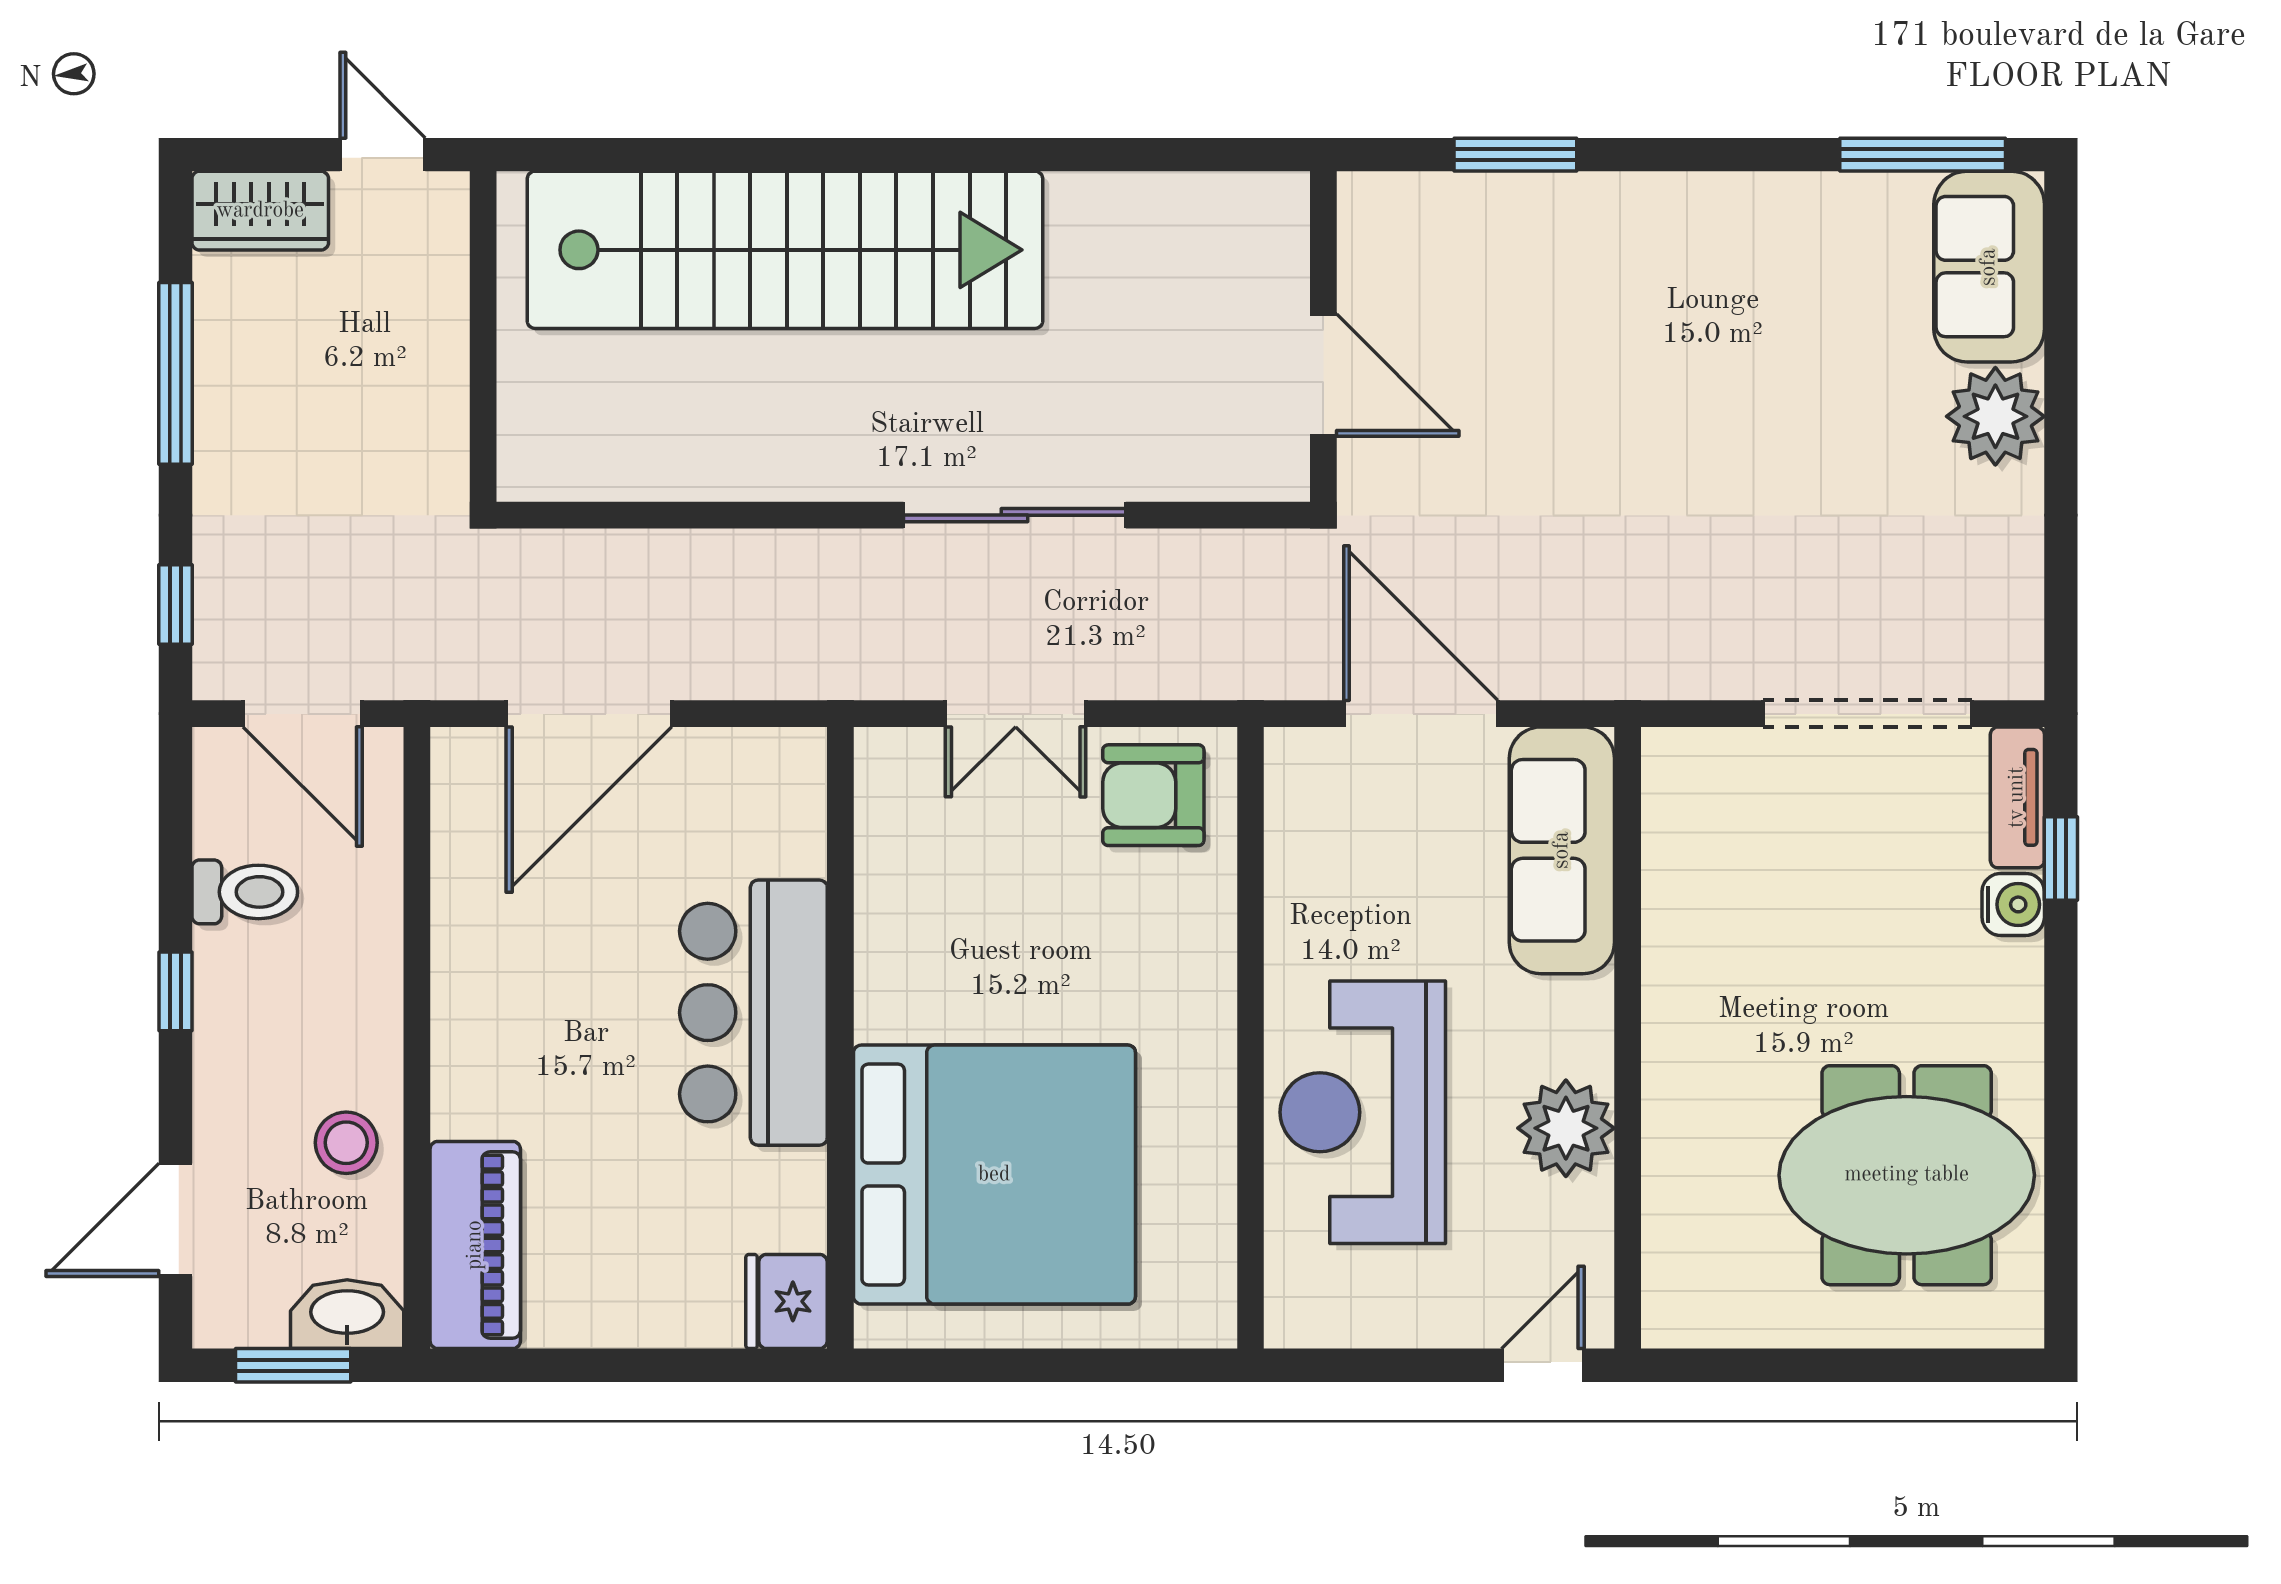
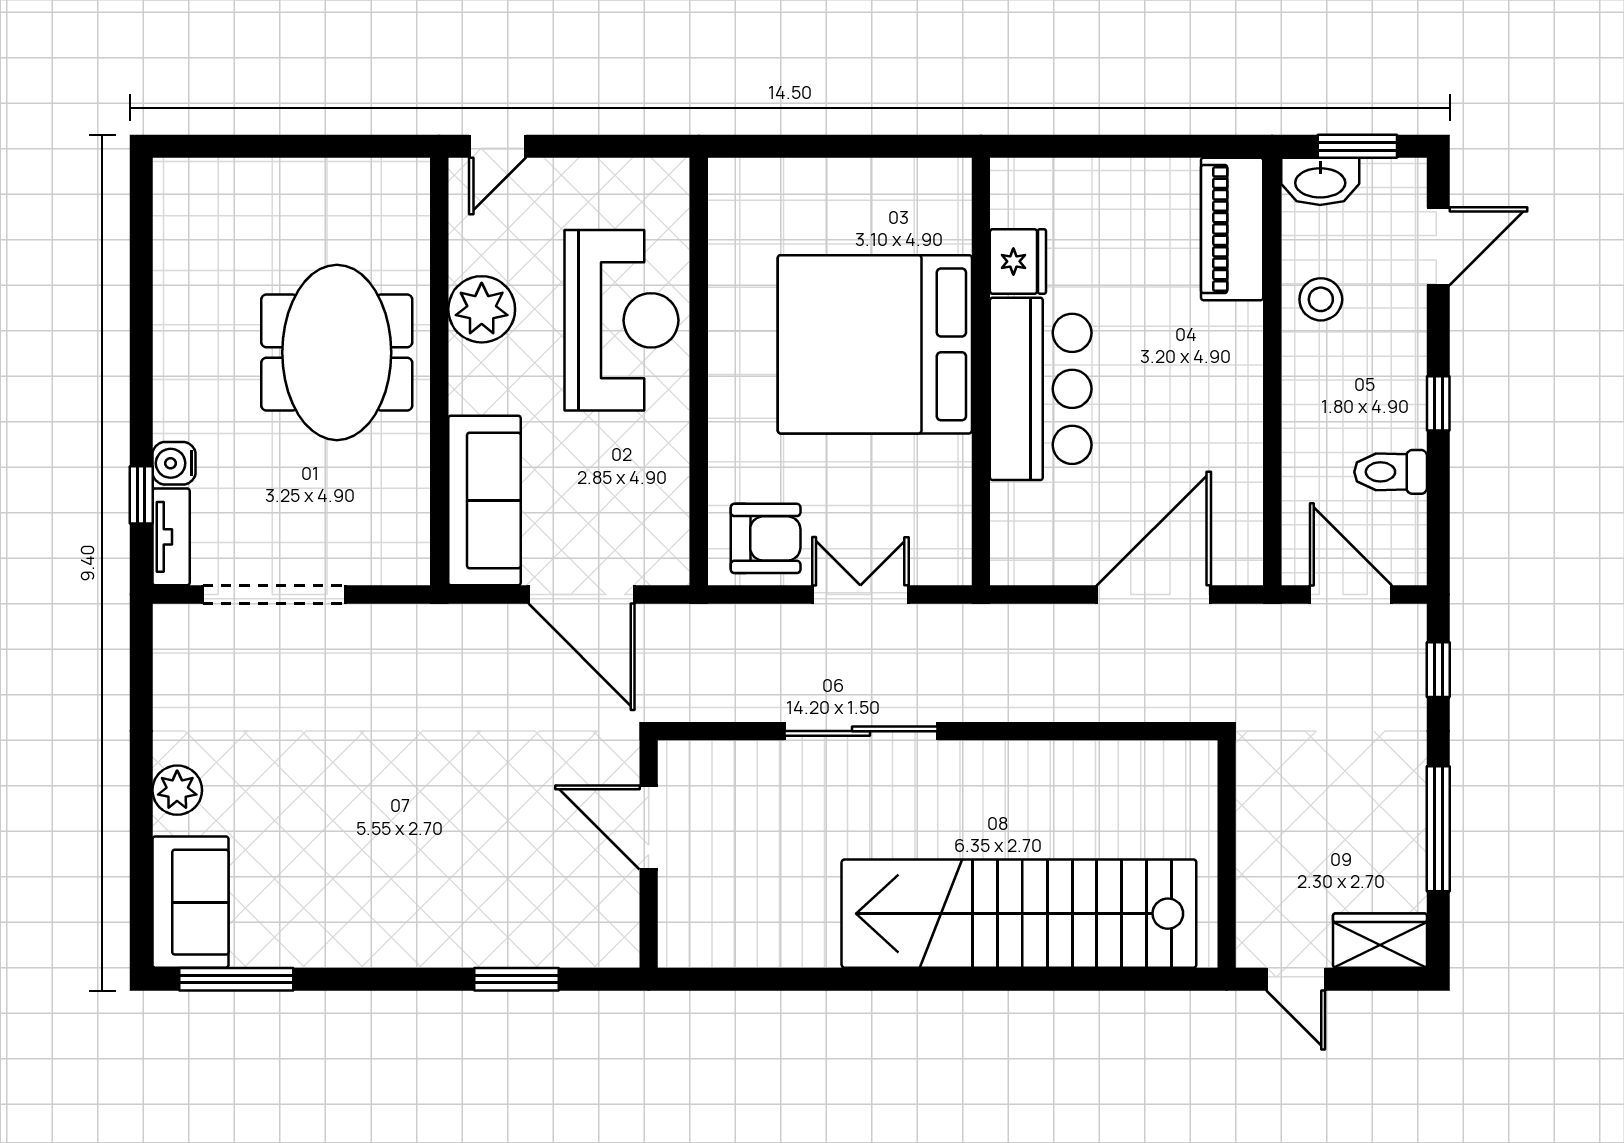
plant: (1995, 416) -> (177, 790), width x0.73, depth x0.73
bed: (994, 1175) -> (875, 344), moved
meeting table: (1907, 1175) -> (337, 352), moved, turned 90
fridge: (786, 1301) -> (1018, 261), moved

